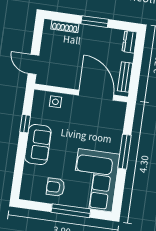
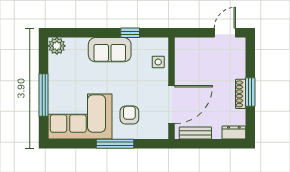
shoe rack: (65, 26) -> (241, 94), moved
door: (33, 64) -> (225, 33), moved
armchair: (56, 187) -> (129, 115), moved
plant: (28, 192) -> (57, 46), added

